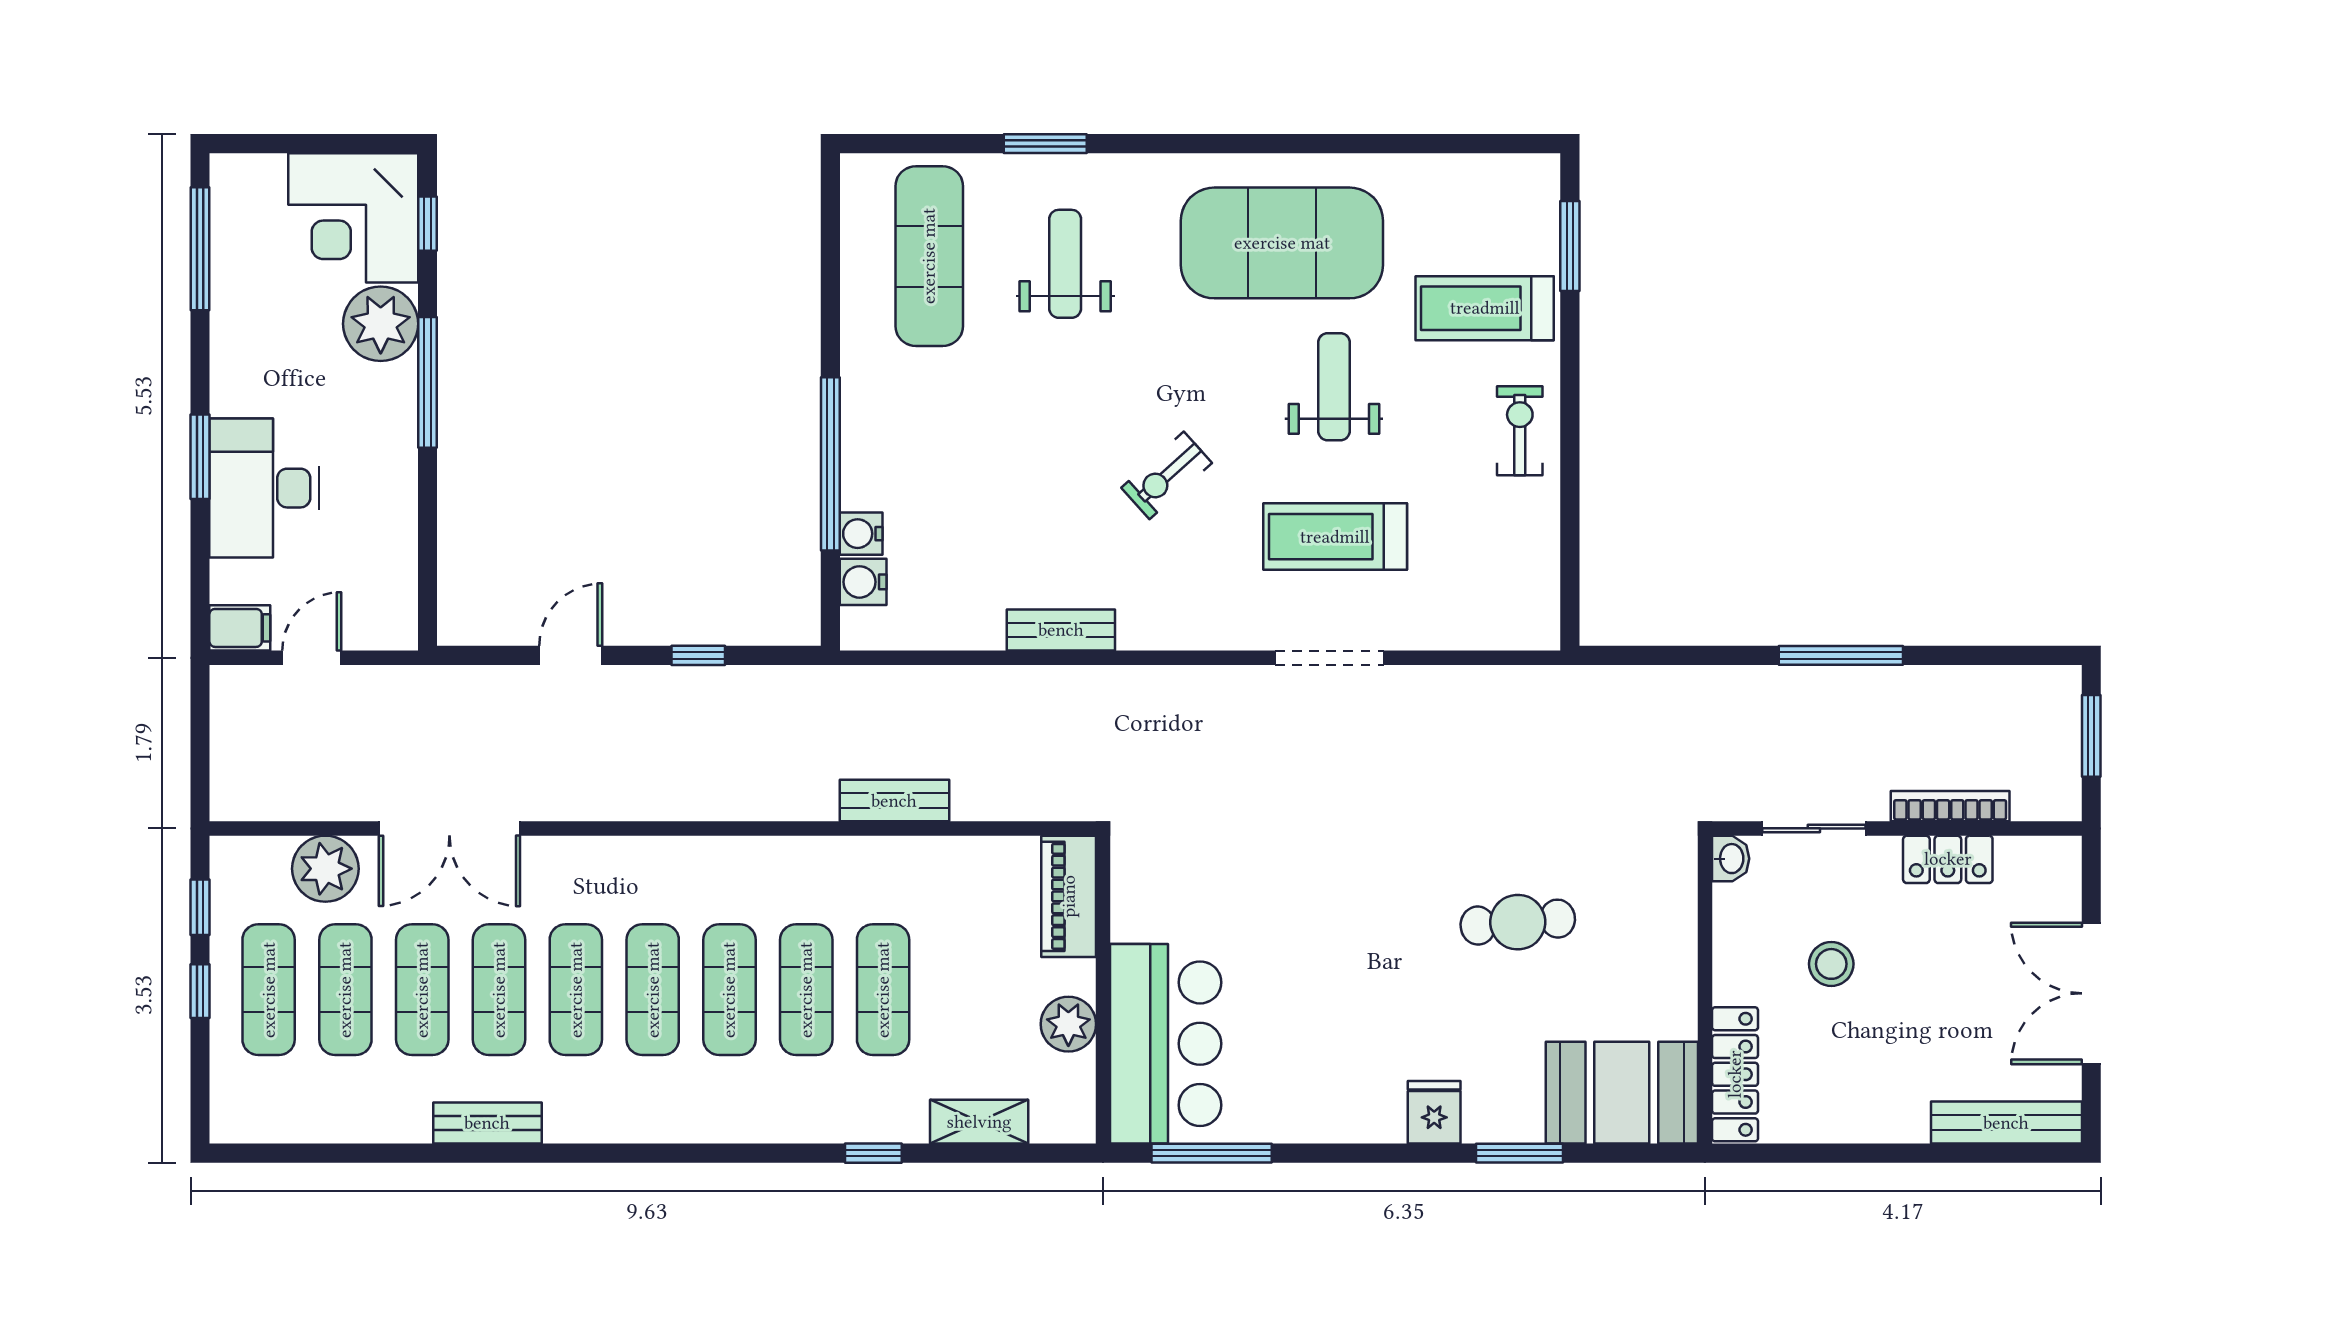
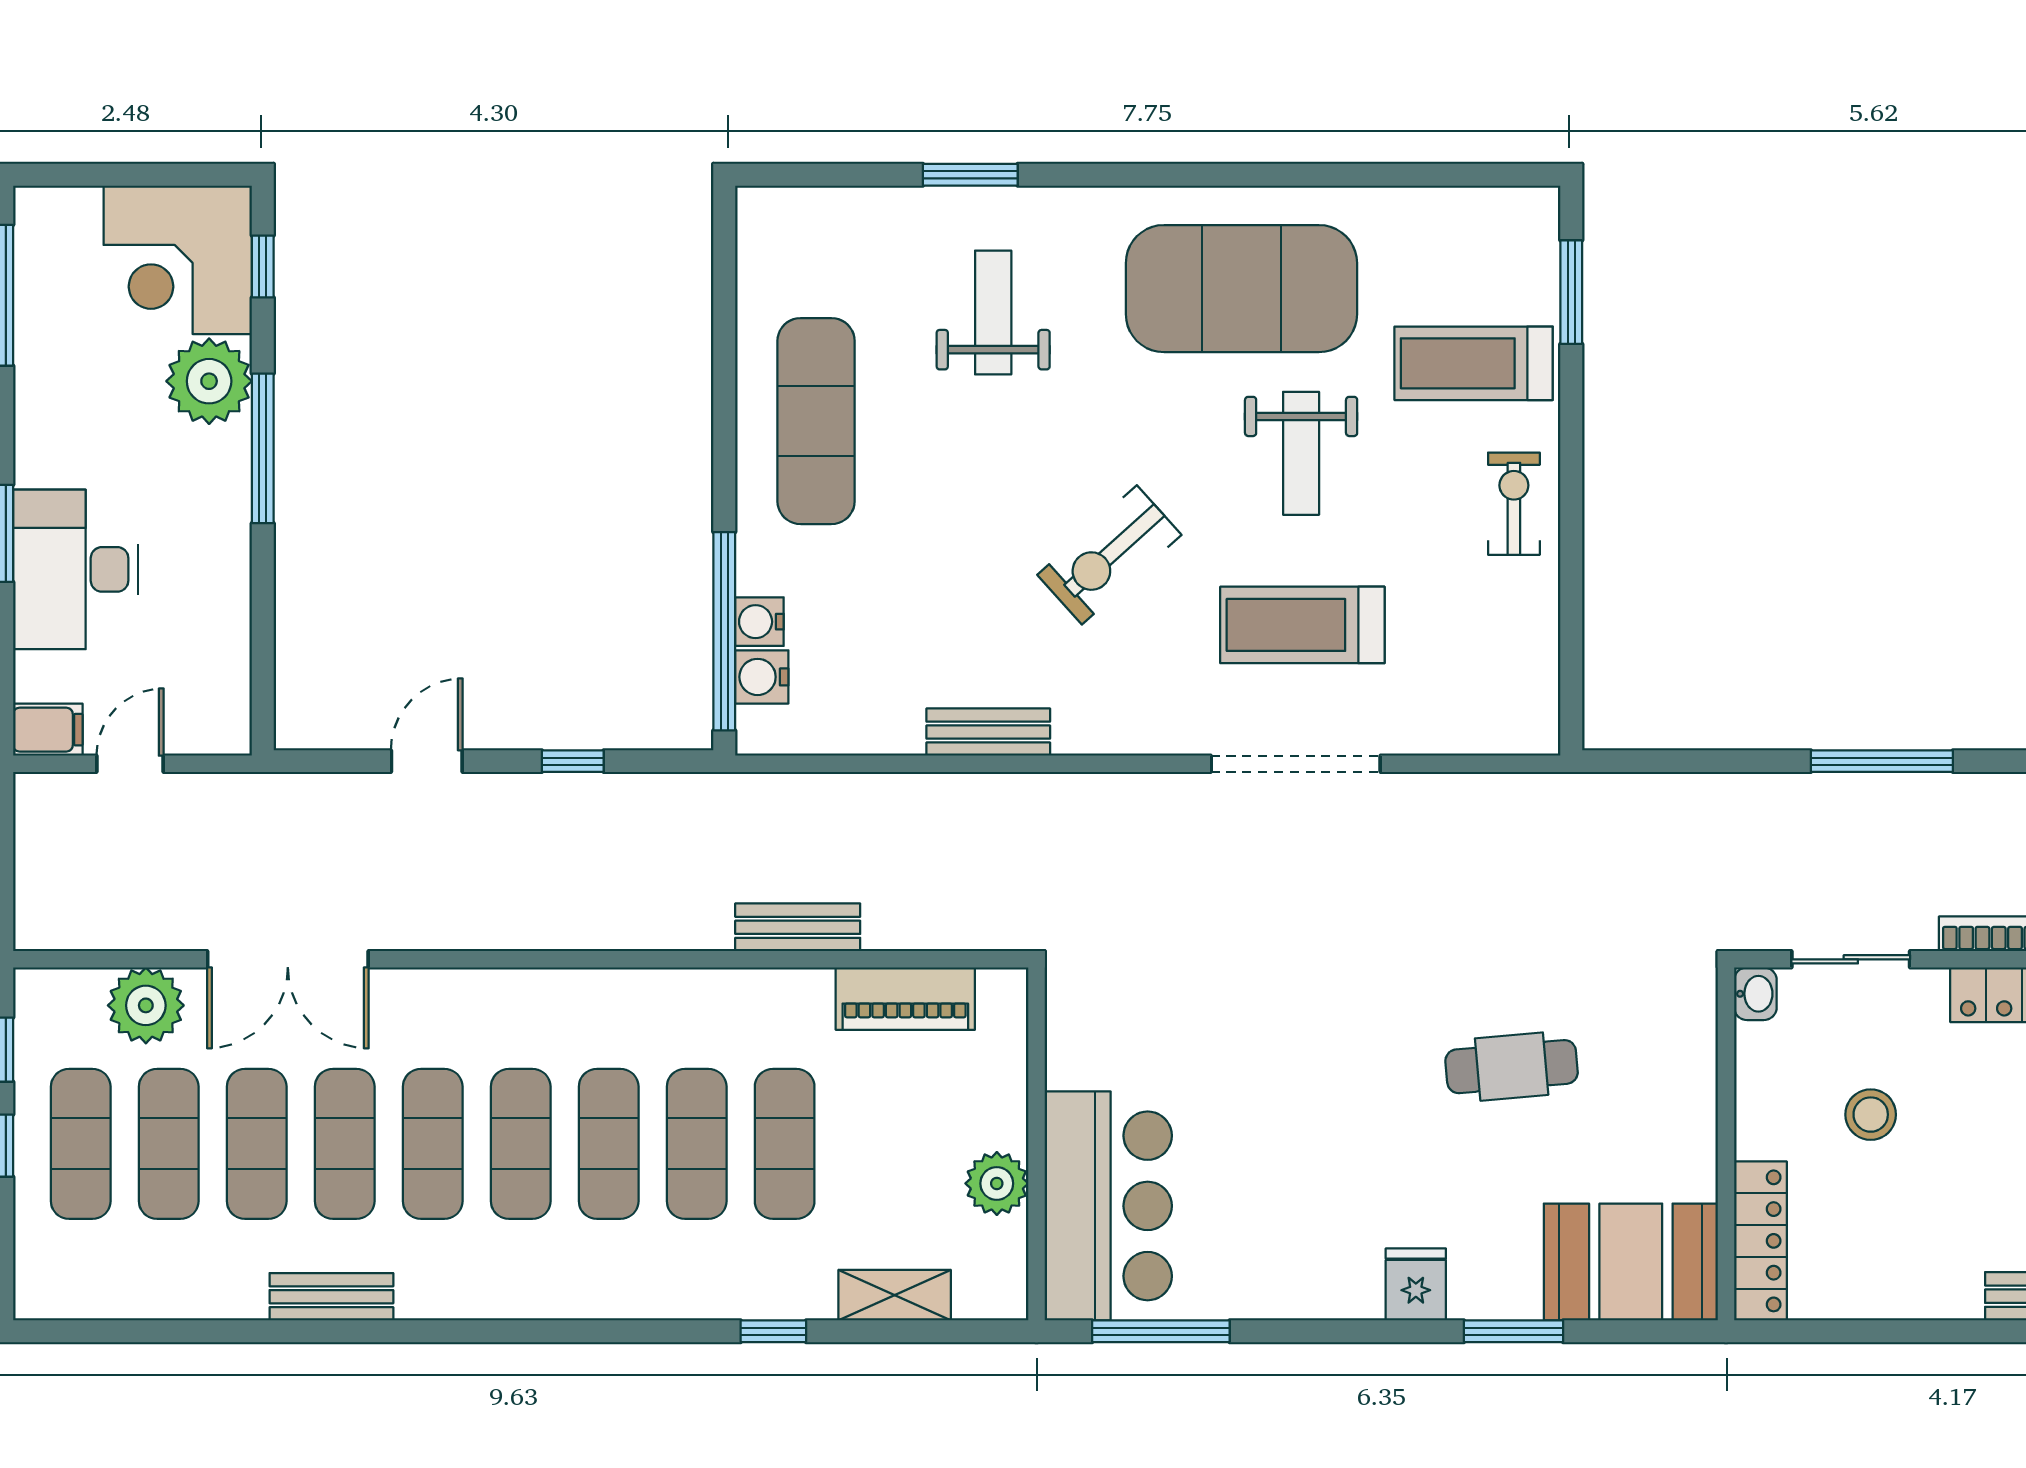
exercise mat: (929, 256) -> (816, 421), moved
weight bench: (1334, 387) -> (1301, 453), turned 180
window: (830, 464) -> (724, 631), moved
exercise bike: (1167, 475) -> (1109, 555), width x1.38, depth x1.39
doorway: (1329, 658) -> (1296, 764), width x1.36
piano: (1069, 896) -> (905, 999), moved, turned -90

